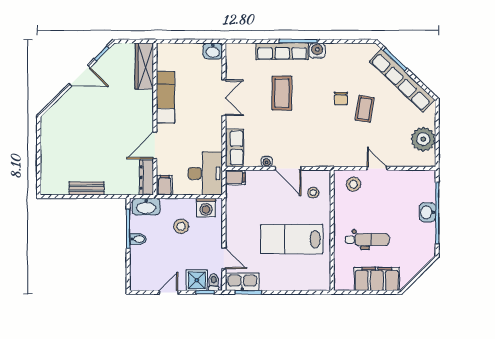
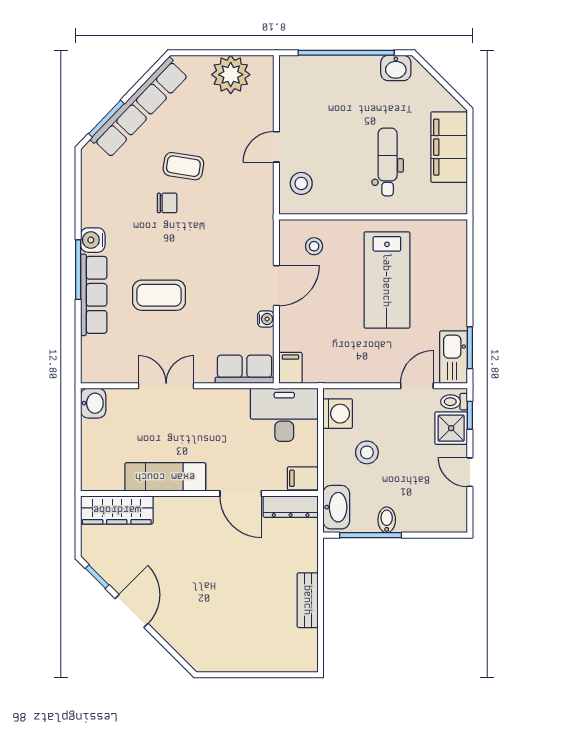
washbasin: (427, 212) -> (396, 68), moved

